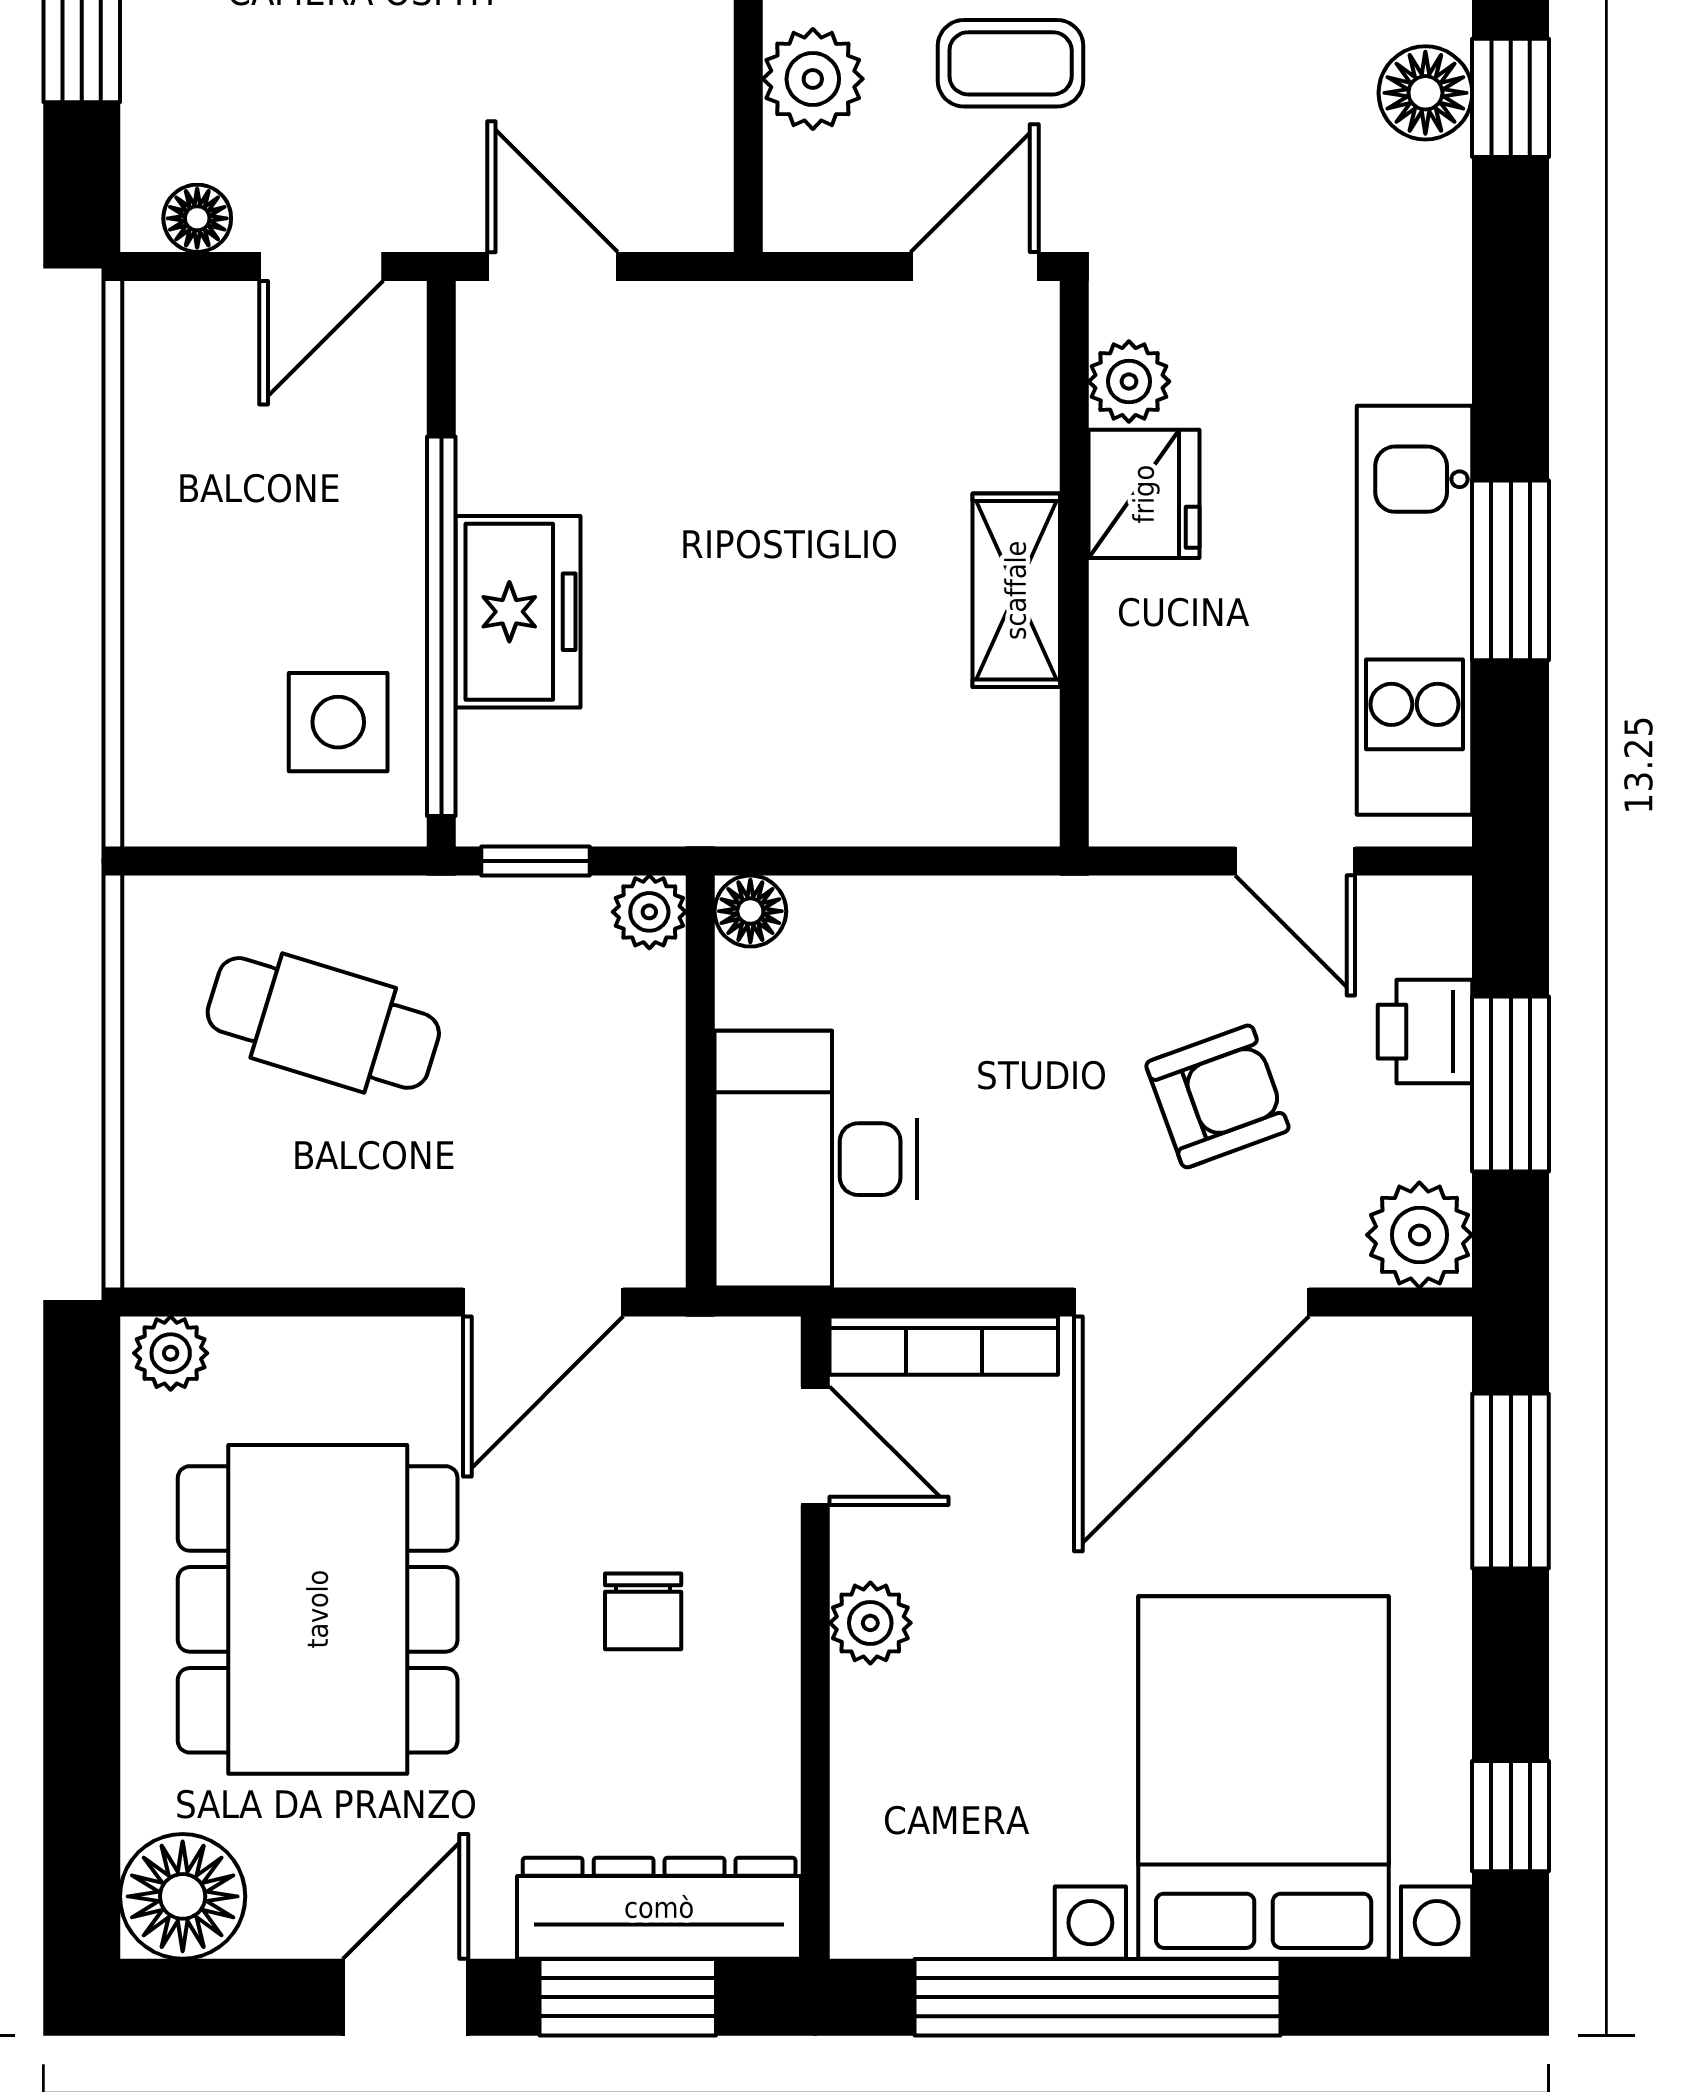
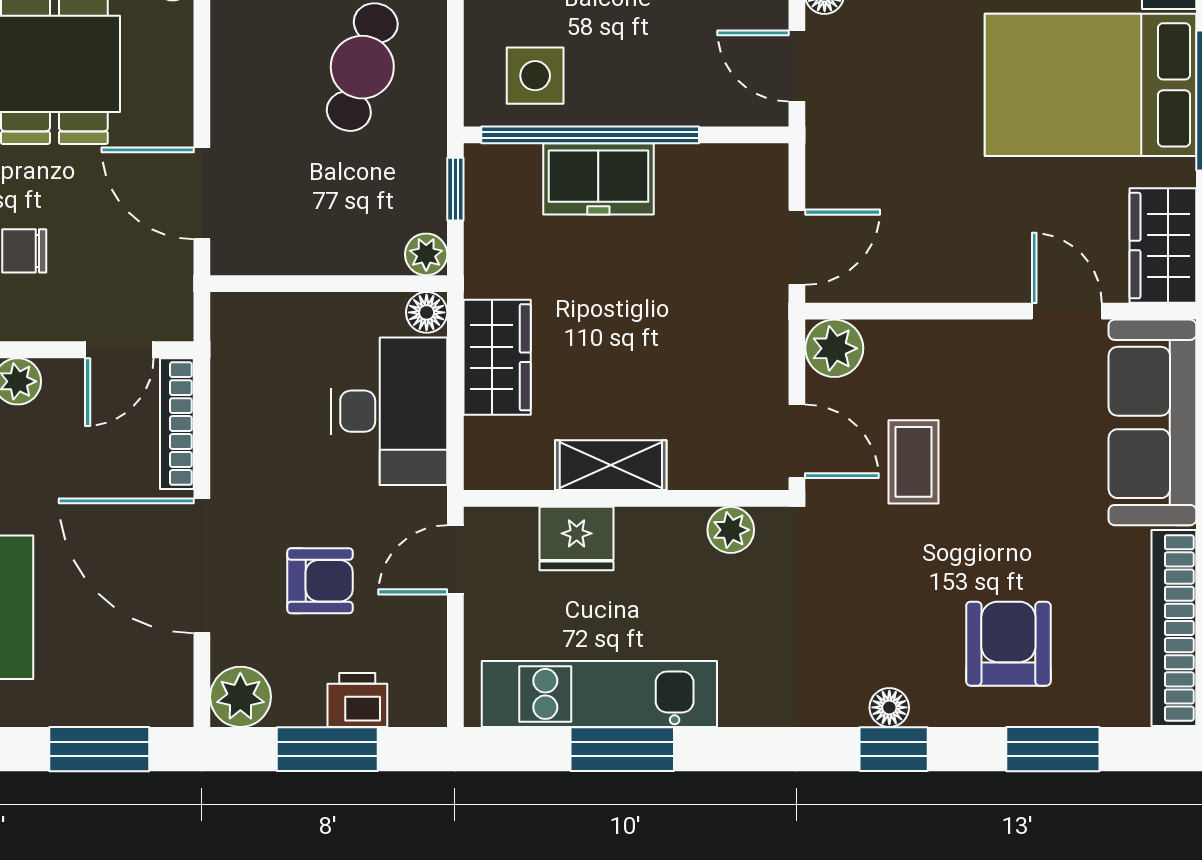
plant: (813, 79) -> (834, 348), moved
floor lamp: (1425, 93) -> (889, 707), width x0.73, depth x0.73
door: (552, 266) -> (797, 247), moved
fridge: (1144, 494) -> (577, 539), moved
wardrobe: (828, 788) -> (497, 357), added
door: (1295, 861) -> (455, 560), moved
armchair: (1217, 1096) -> (320, 581), turned -70
desk: (816, 1159) -> (389, 411), moved, turned 90

